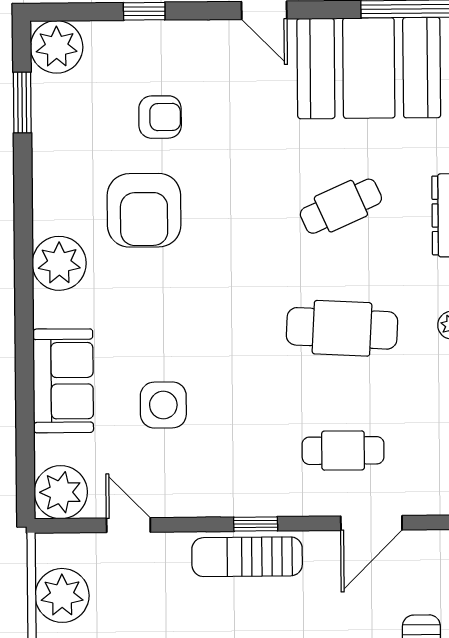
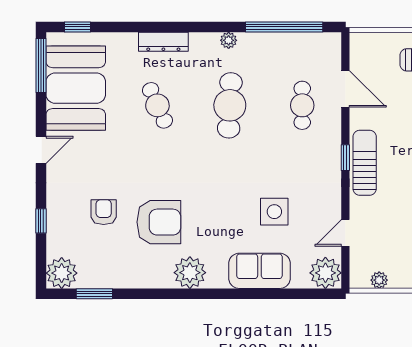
sun lounger: (247, 557) -> (365, 163), turned 180
plant: (62, 595) -> (379, 280), width x0.53, depth x0.53

